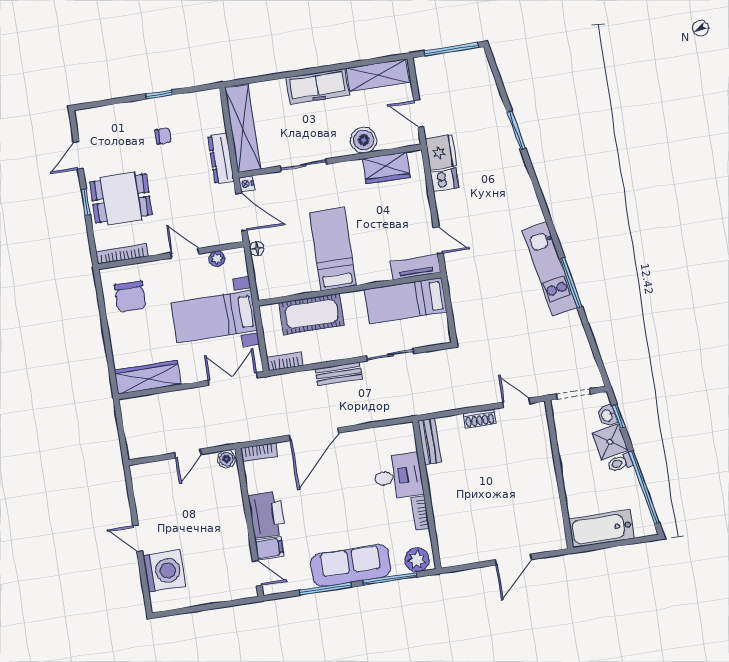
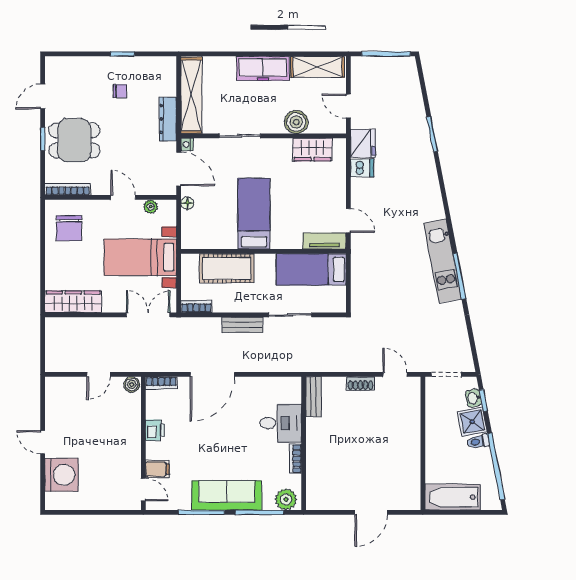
printer: (267, 515) -> (155, 430), width x0.53, depth x0.68

